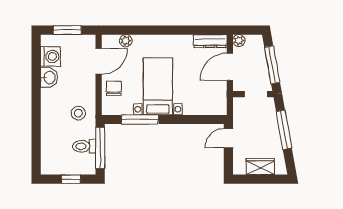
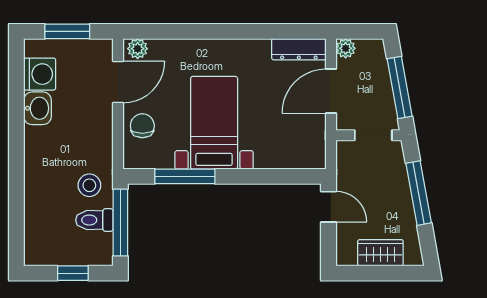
plant: (126, 41) -> (138, 49), moved
stool: (78, 113) -> (89, 185), moved
door: (228, 138) -> (329, 207), swing flipped

